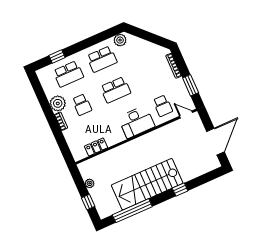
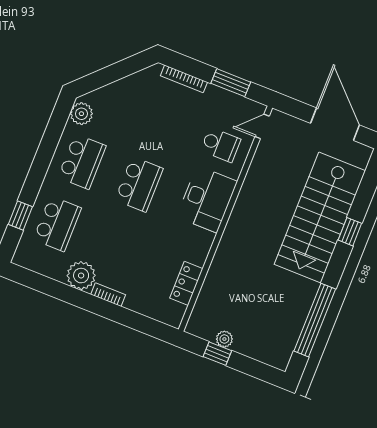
school desk: (82, 105) -> (114, 246), removed
stairs: (147, 184) -> (320, 217), moved
window: (88, 202) -> (217, 354), moved

